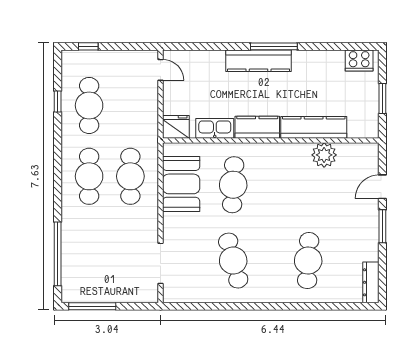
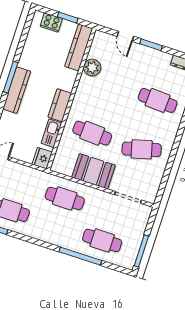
cooker: (359, 60) -> (51, 22), moved, turned 90
kitchen counter: (314, 127) -> (79, 47), moved
cafe table: (89, 176) -> (102, 240), moved
booth: (181, 184) -> (93, 171), moved
window: (58, 254) -> (80, 256), moved

